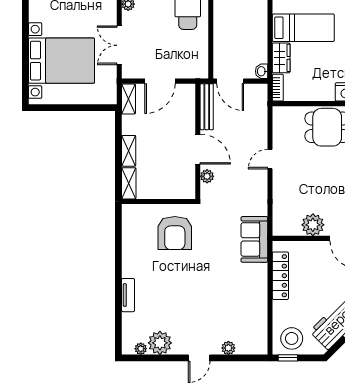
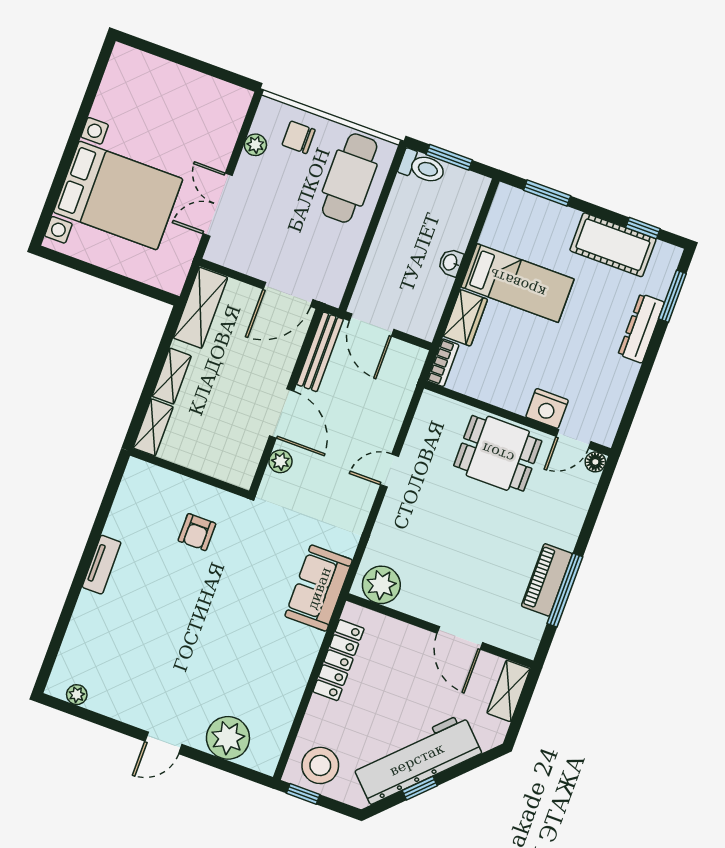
washbasin: (262, 71) -> (451, 262), moved
door: (160, 81) -> (288, 294), moved
shelving: (128, 99) -> (200, 308), width x1.50, depth x1.33
plant: (313, 225) -> (381, 585), moved
armchair: (175, 233) -> (197, 532), width x0.53, depth x0.53
tv unit: (128, 295) -> (102, 565), moved
plant: (160, 343) -> (110, 696), removed
plant: (228, 348) -> (228, 738), width x1.87, depth x1.87

